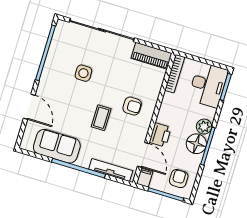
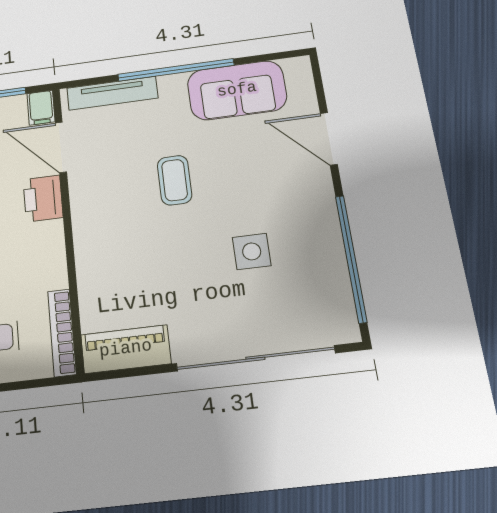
armchair: (132, 106) -> (122, 229), removed

